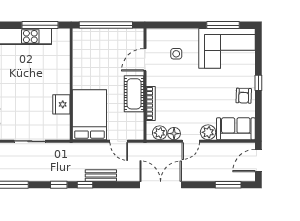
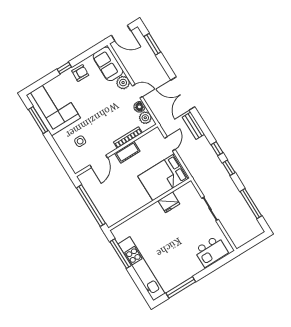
door: (145, 60) -> (99, 161), hinge flipped
cot: (134, 94) -> (127, 152), width x0.73, depth x0.75
bench: (101, 176) -> (193, 126), moved

